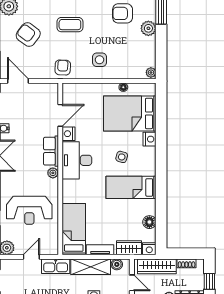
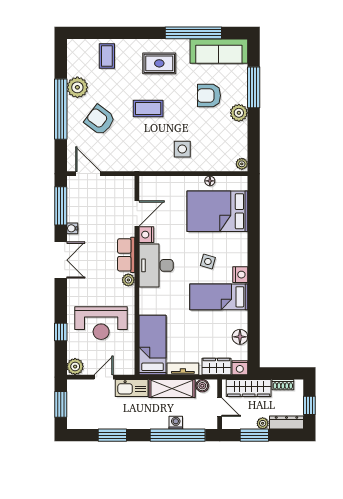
armchair: (63, 67) -> (140, 158), removed
nightstand: (150, 139) -> (240, 275), moved

